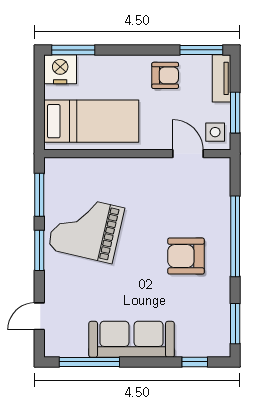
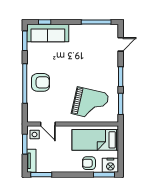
armchair: (165, 75) -> (89, 163), moved
grand piano: (86, 229) -> (90, 104), moved
armchair: (186, 256) -> (40, 82), moved
sofa: (132, 339) -> (48, 33), moved

